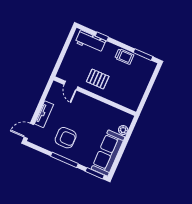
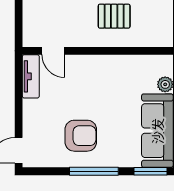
pallet: (98, 79) -> (114, 16), moved
tv unit: (44, 114) -> (31, 76), moved

